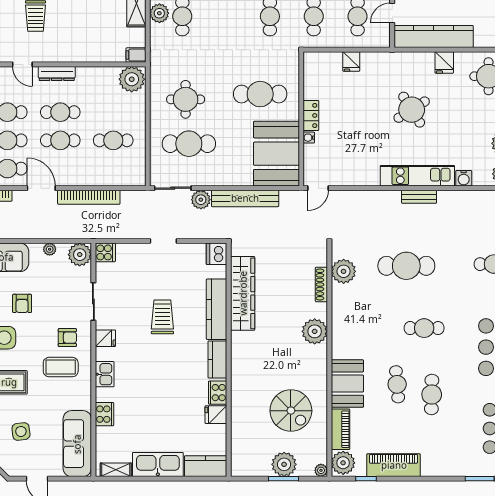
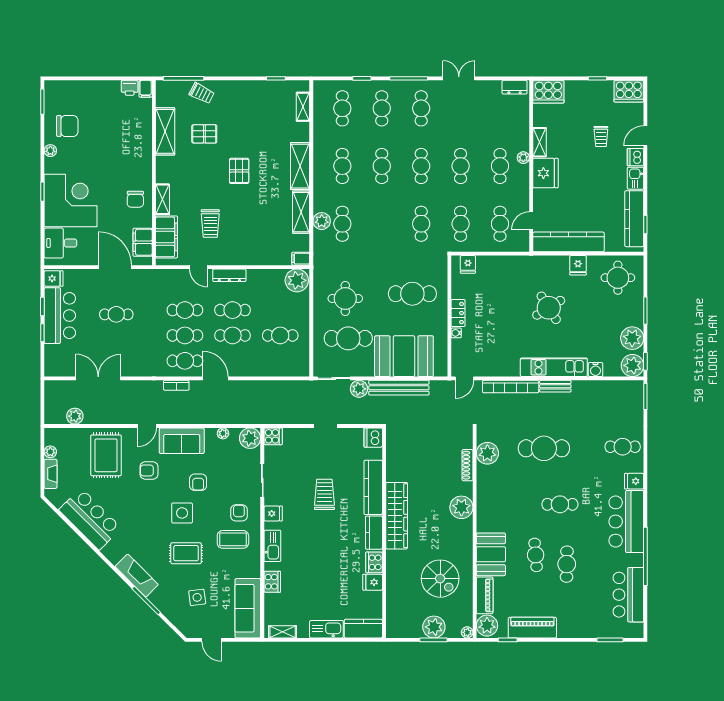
fridge: (351, 61) -> (468, 264), moved
booth: (276, 154) -> (404, 356), moved, turned 90
bookcase: (89, 197) -> (511, 387), moved
wardrobe: (243, 293) -> (397, 516), moved
armchair: (67, 338) -> (239, 513), turned -90
kitchen sink: (105, 374) -> (272, 546), width x1.38
kitchen sink: (158, 465) -> (326, 629), width x0.73, depth x0.81

